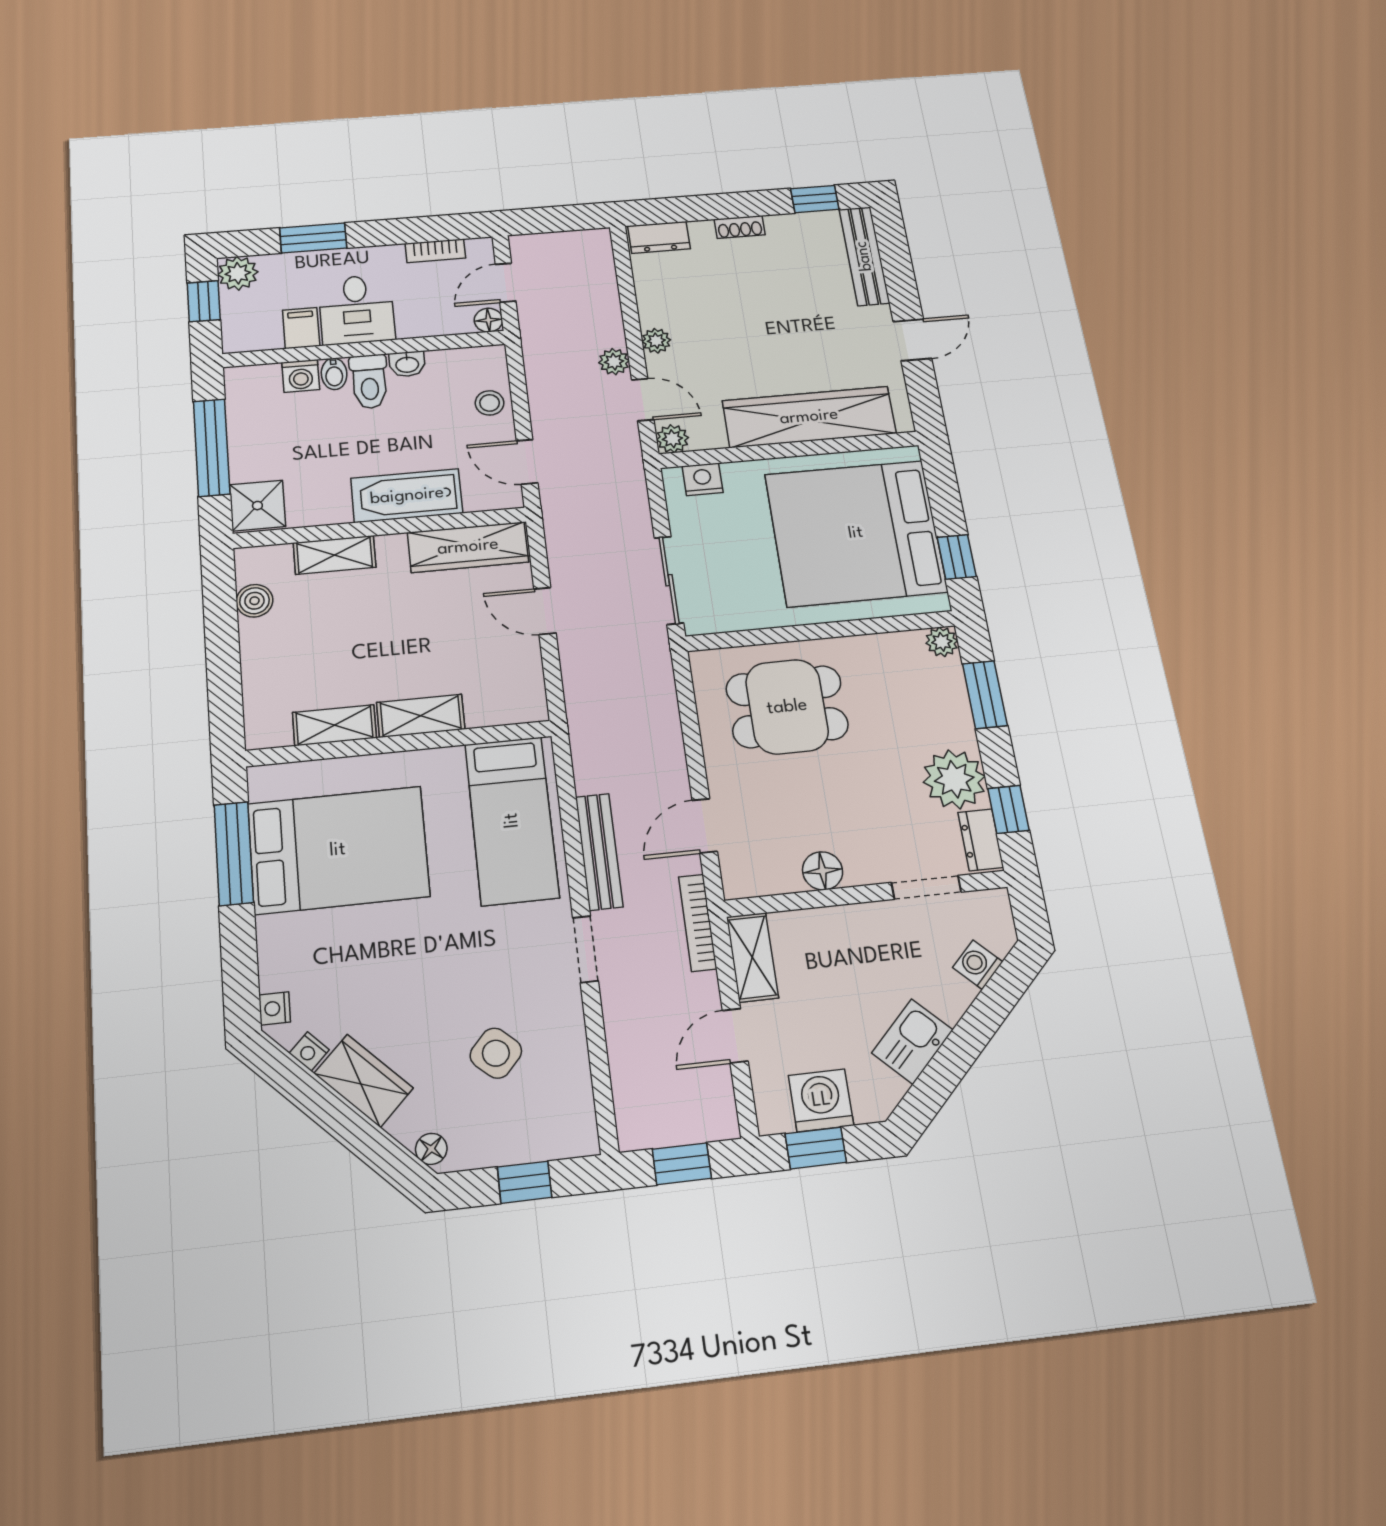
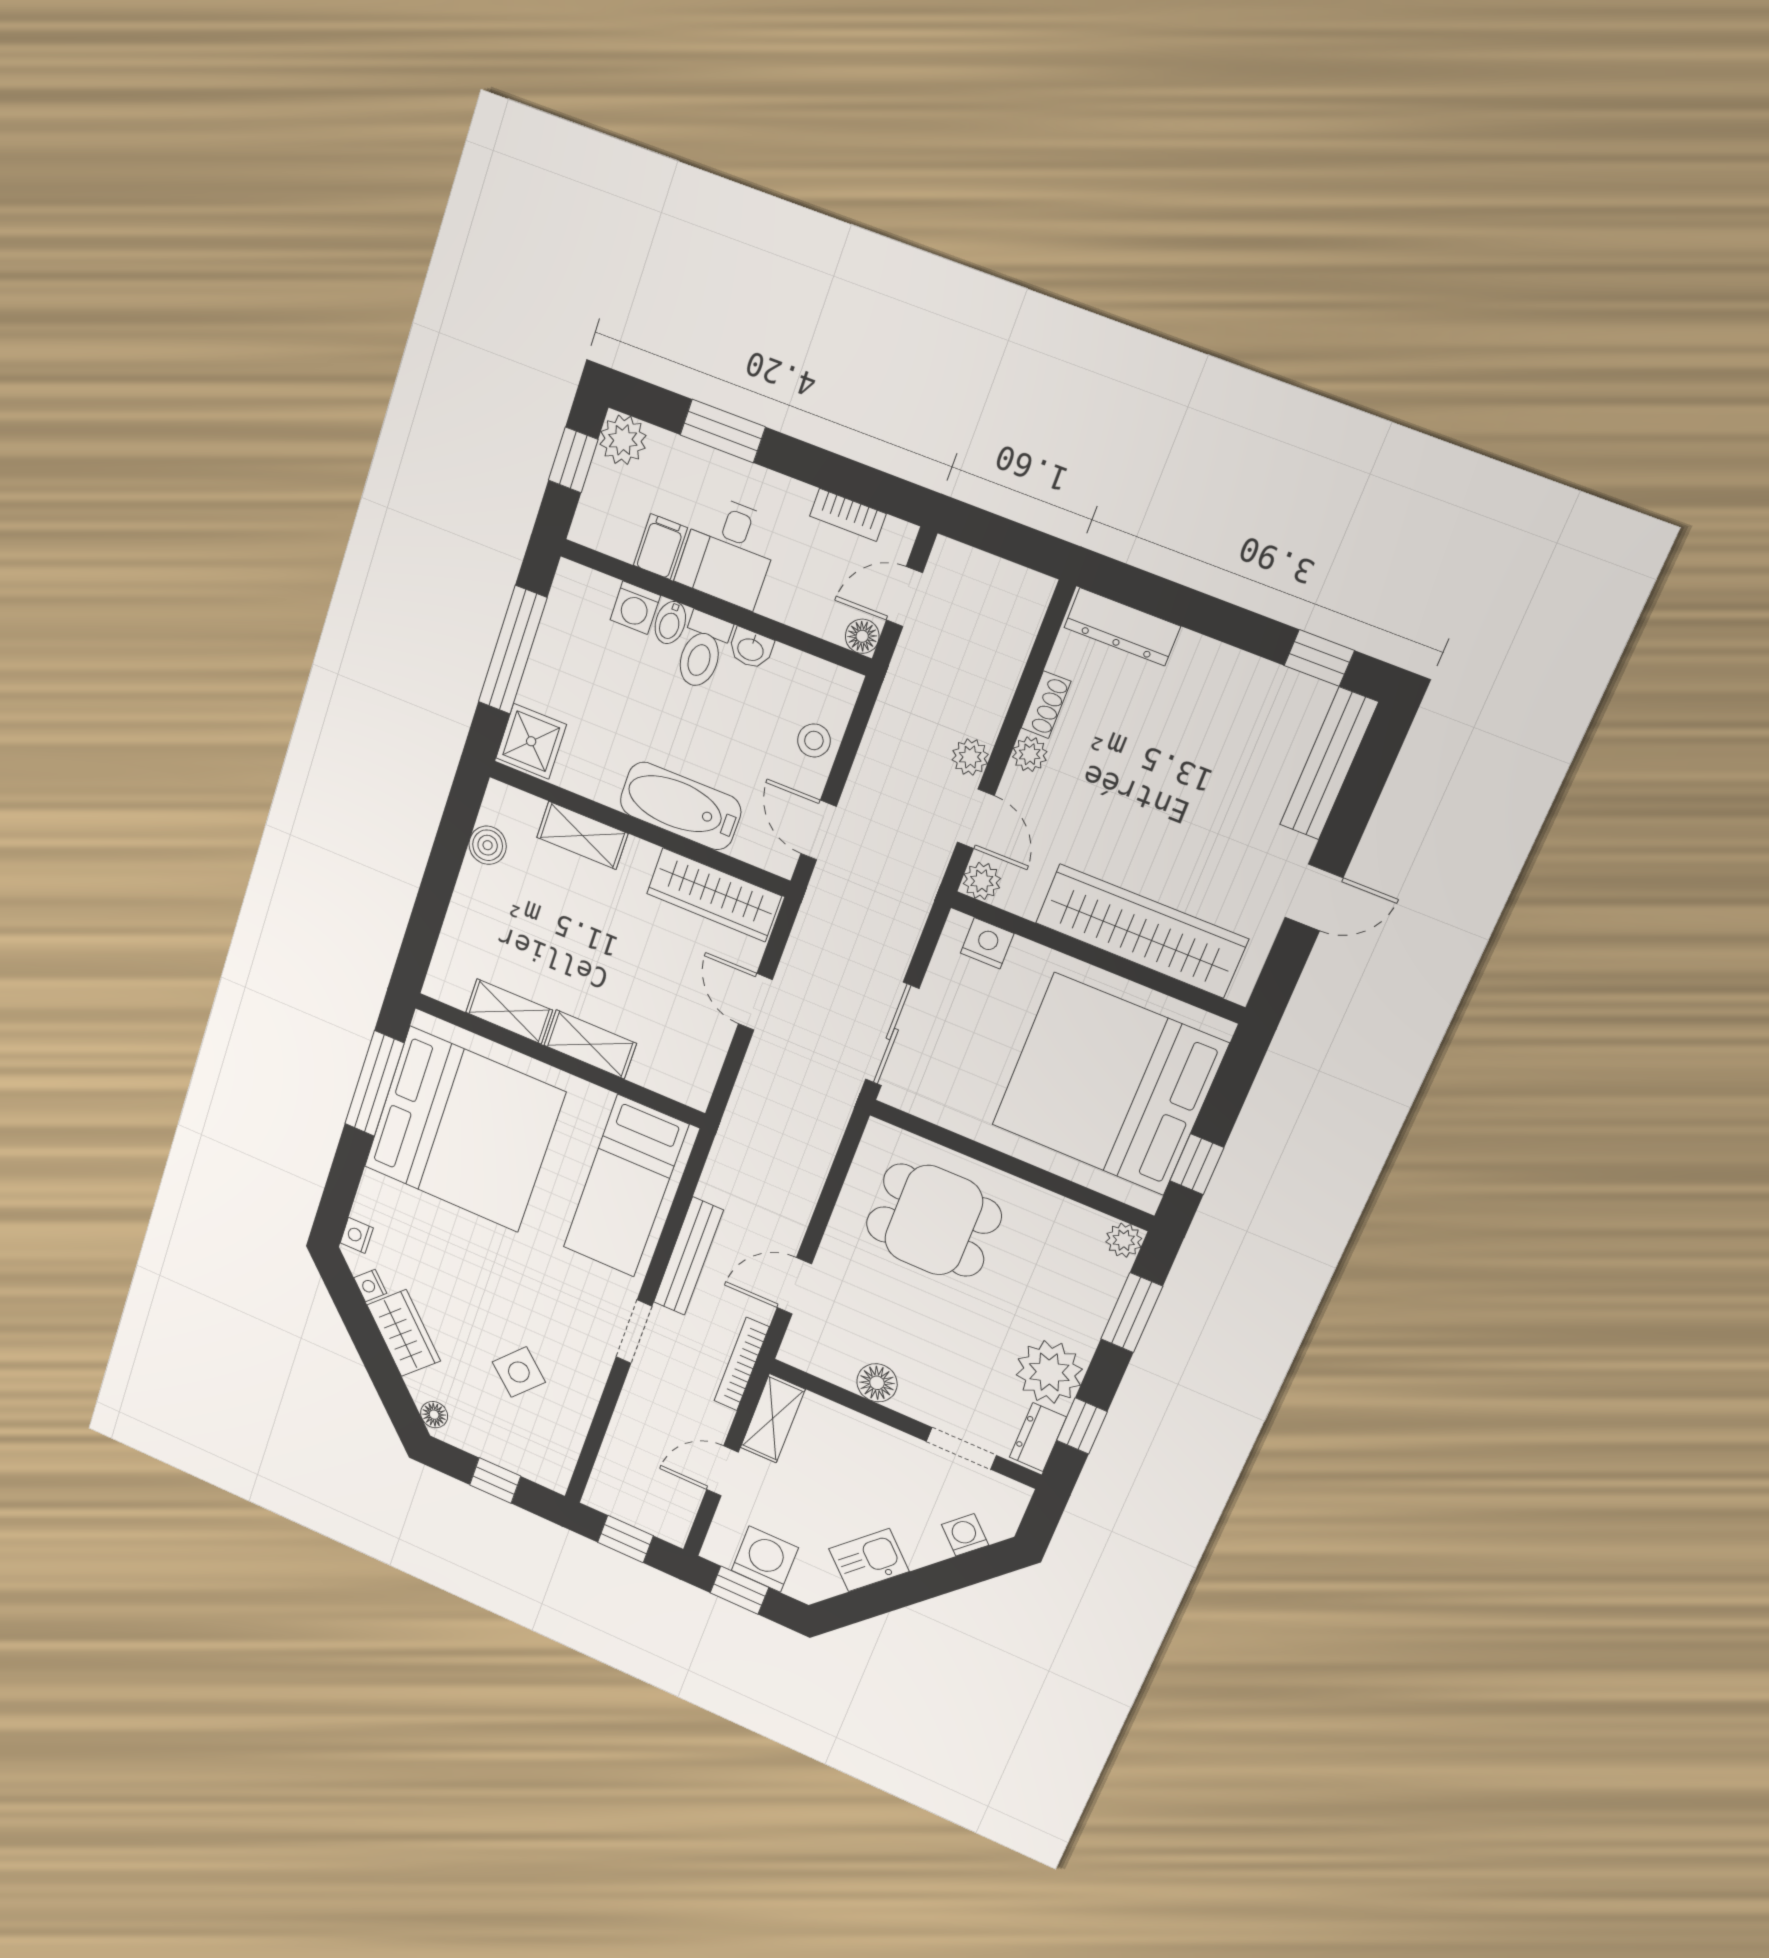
shoe rack: (740, 227) -> (1046, 705), moved, turned -90
dresser: (659, 237) -> (1122, 627), width x1.44
bed: (338, 850) -> (464, 1130), width x1.36

